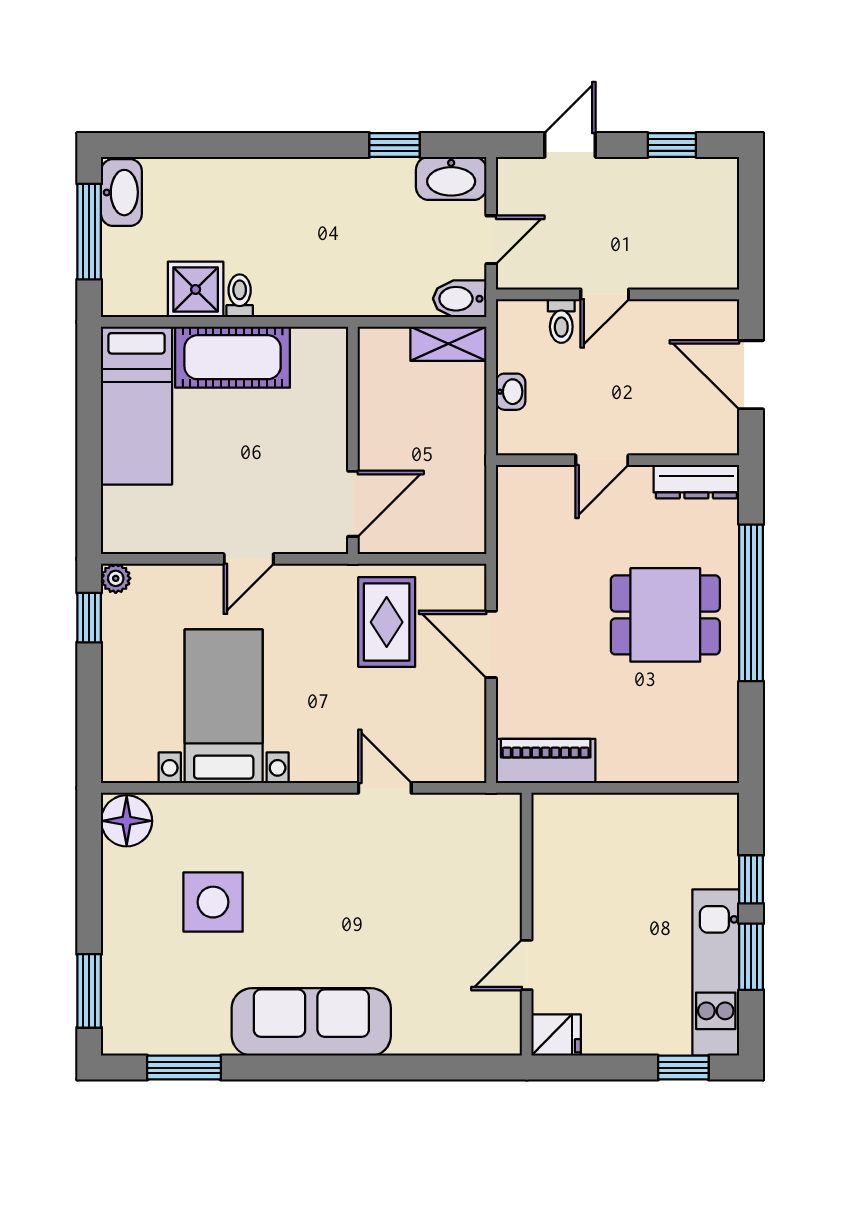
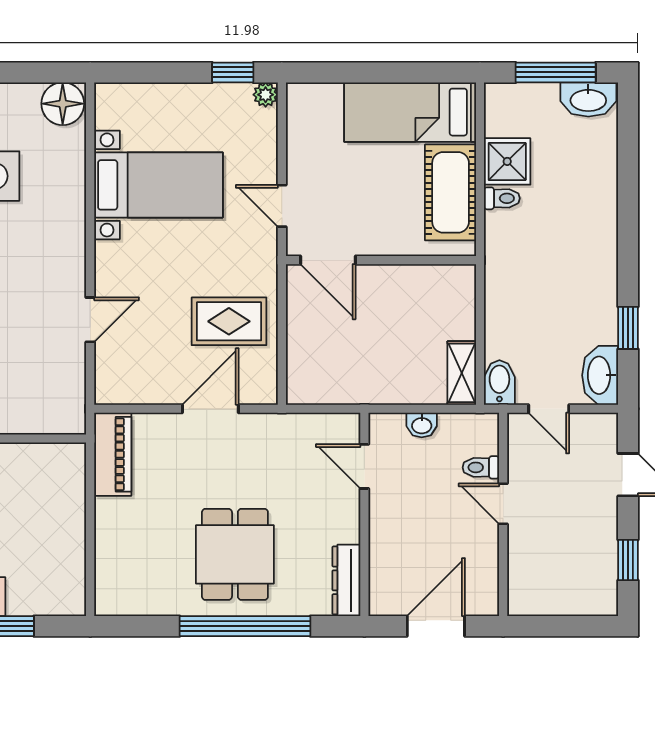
wall: (353, 440) -> (381, 260), moved
door: (602, 460) -> (364, 466), moved
door: (353, 504) -> (328, 260), moved

